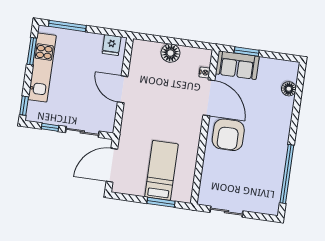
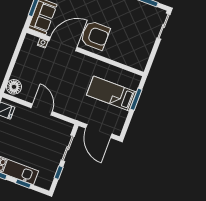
floor lamp: (170, 53) -> (14, 87), moved
door: (123, 89) -> (42, 110), swing flipped
window: (24, 106) -> (23, 184), moved
sliding door: (226, 212) -> (164, 26), moved

